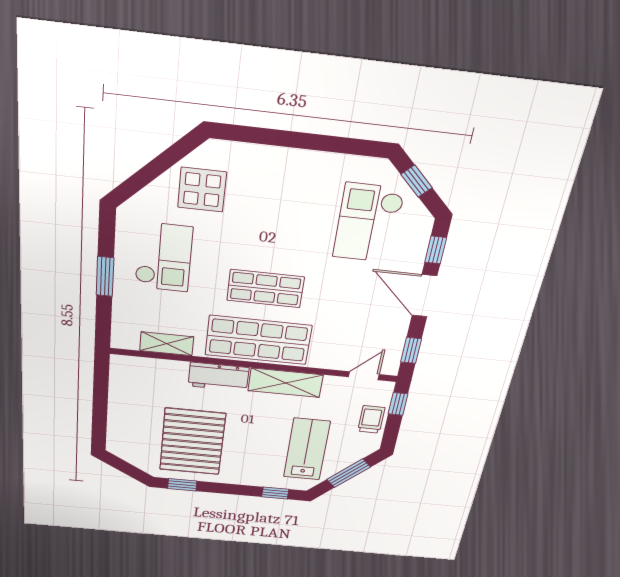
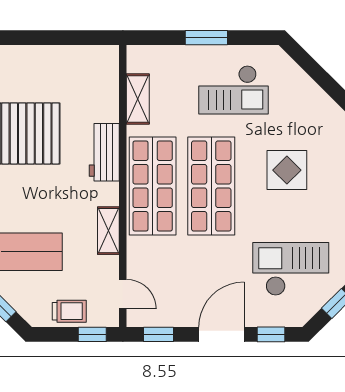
display table: (202, 190) -> (287, 170), moved
shop shelf: (265, 289) -> (211, 186), width x1.43, depth x1.36
shelving: (285, 383) -> (108, 231), width x0.67, depth x0.75

